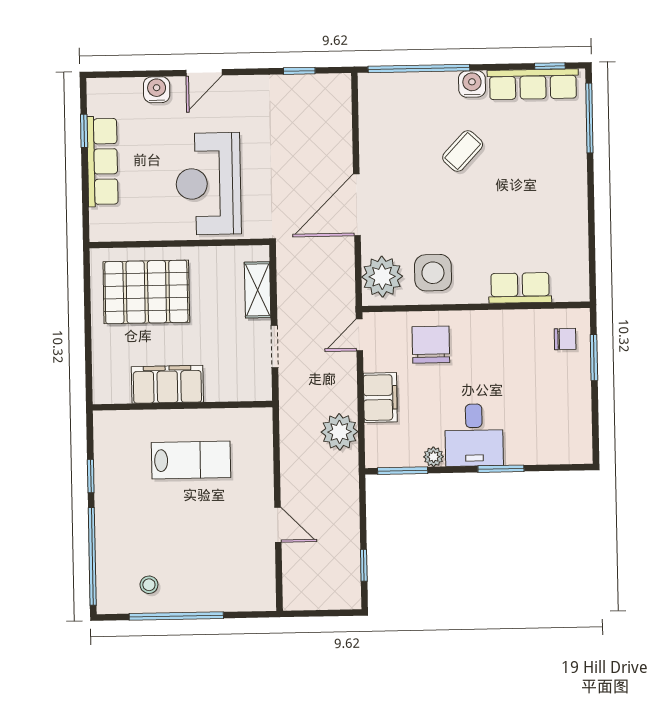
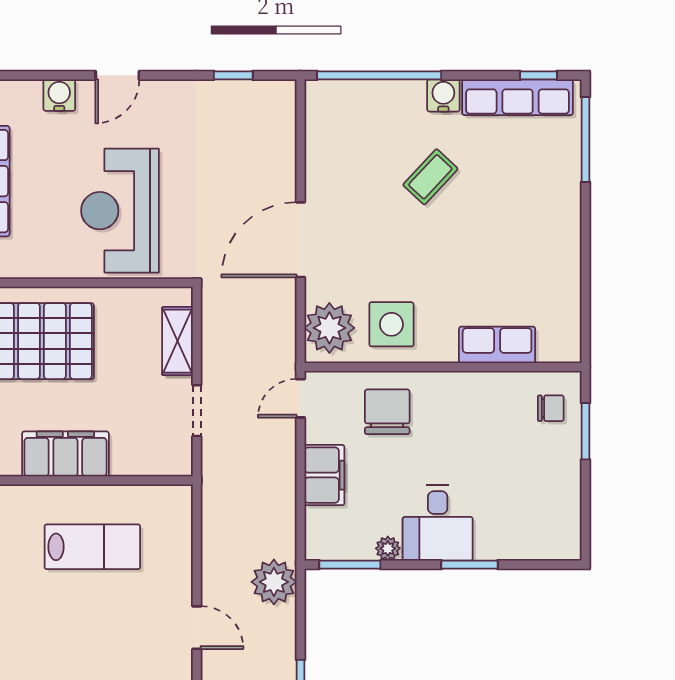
plant: (339, 432) -> (274, 582), moved

